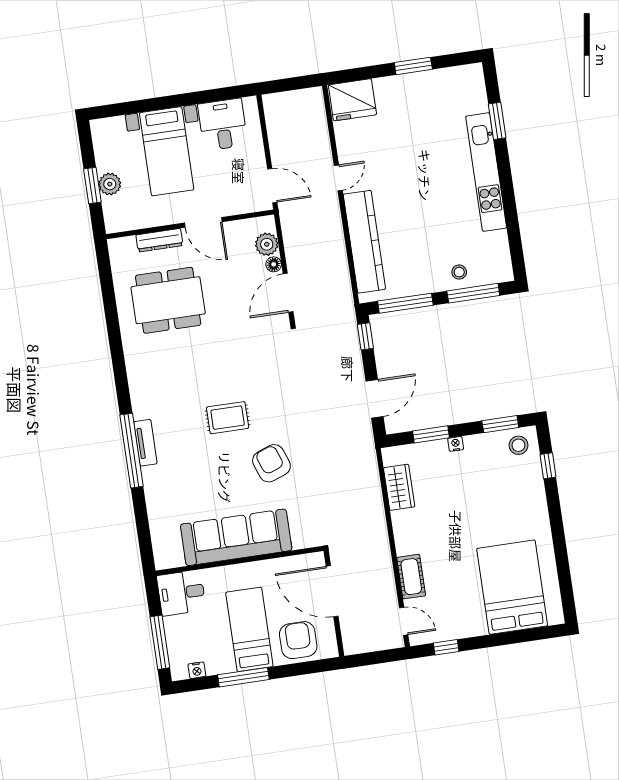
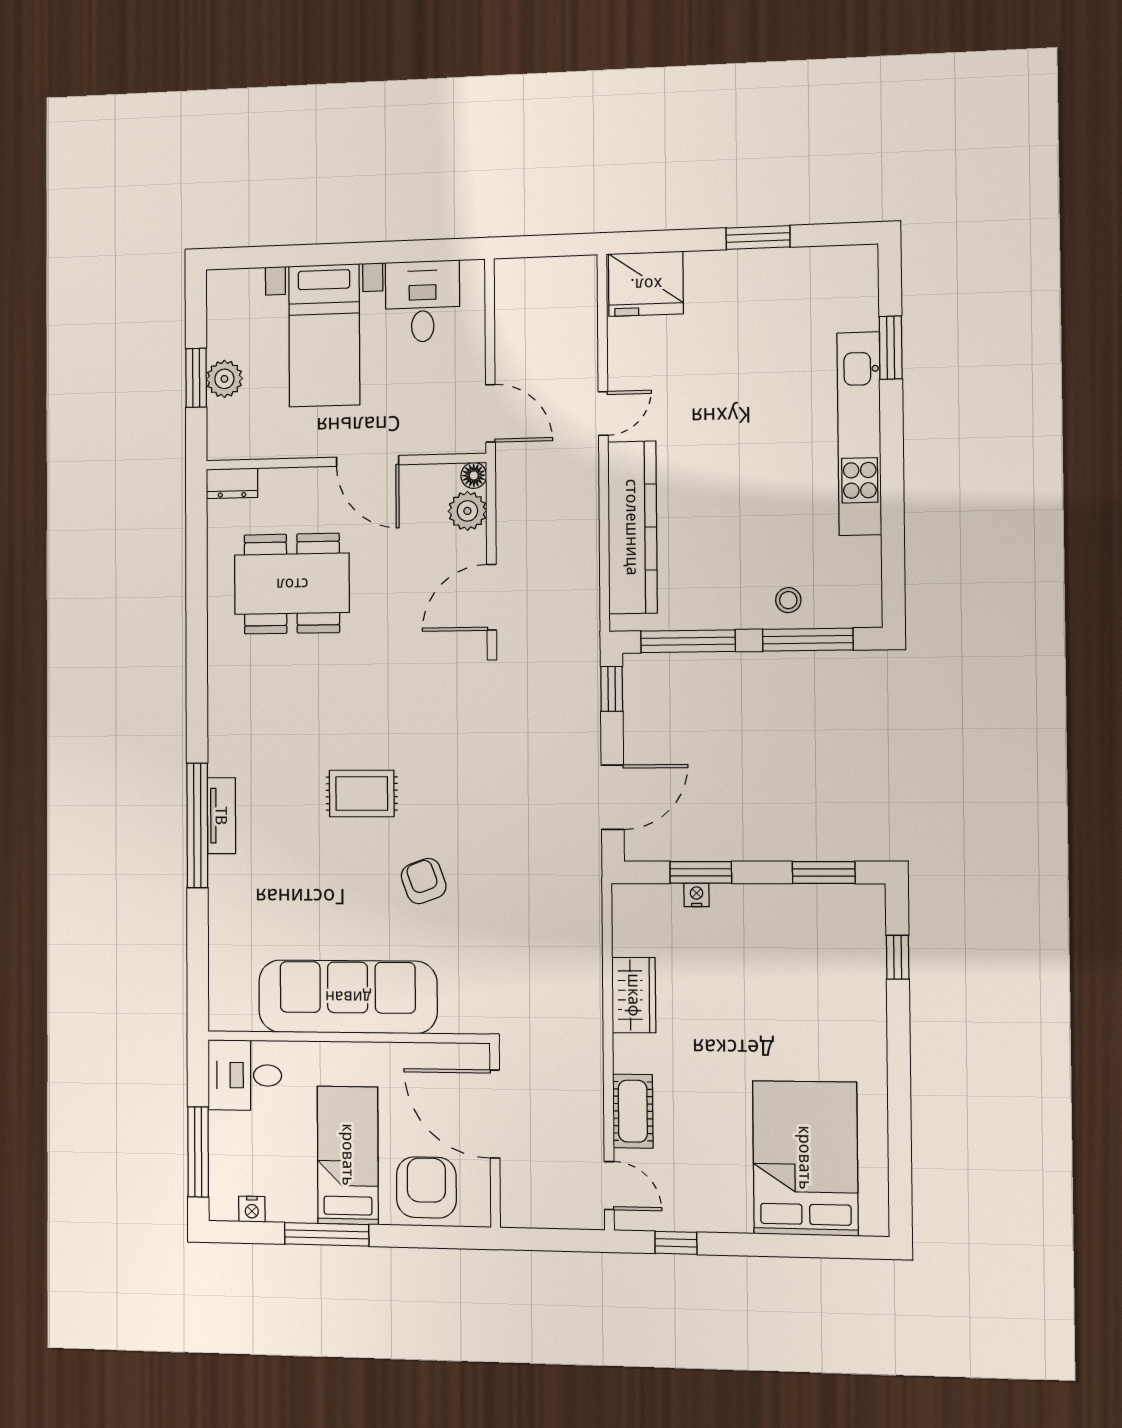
dresser: (159, 240) -> (232, 483), moved, width x0.70
floor lamp: (274, 264) -> (474, 475), moved
nightstand: (456, 444) -> (697, 895), moved
stool: (518, 445) -> (851, 914), removed
armchair: (271, 463) -> (424, 881), width x0.72, depth x0.72
wardrobe: (399, 487) -> (634, 995), moved

